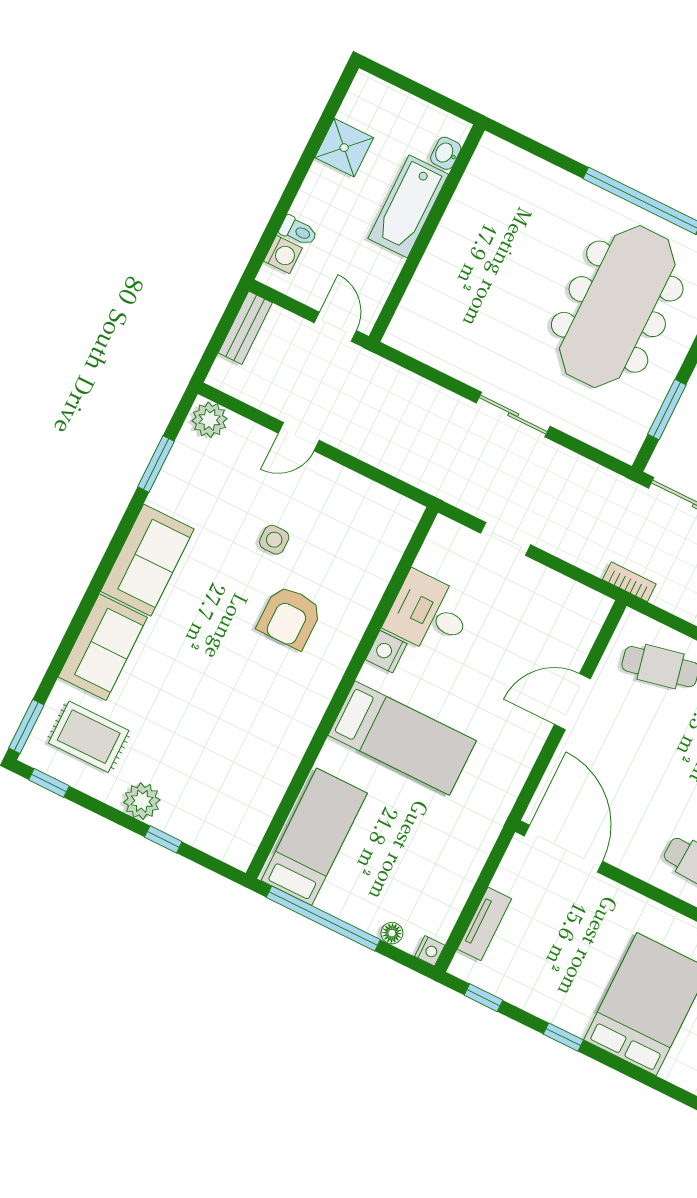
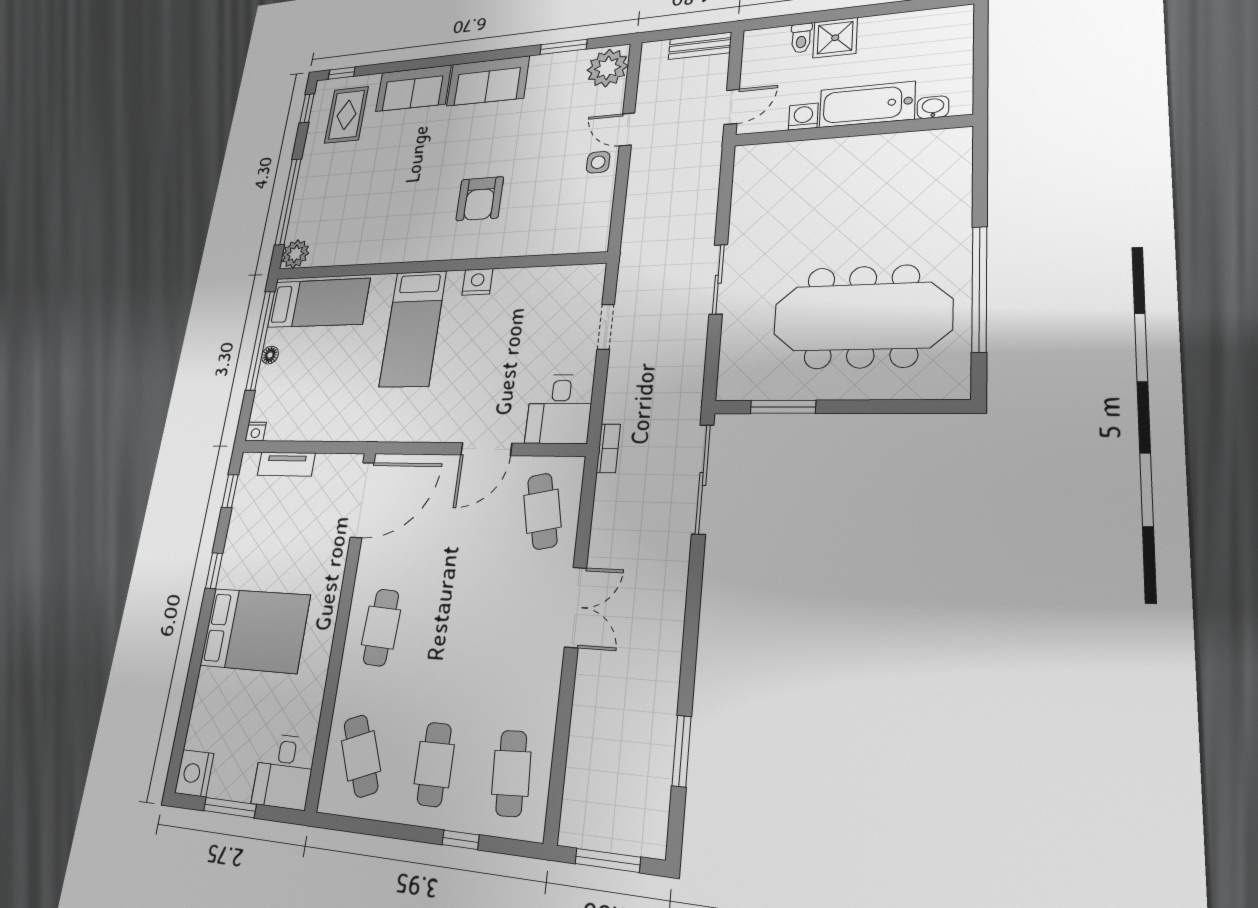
shower: (344, 148) -> (835, 38), moved
washing machine: (283, 255) -> (803, 117), moved, turned 180
plant: (210, 420) -> (607, 68), width x1.36, depth x1.36
side table: (274, 540) -> (598, 162), moved
desk: (429, 614) -> (560, 409), moved, turned 180
armchair: (290, 617) -> (480, 199), turned -90
door: (572, 702) -> (486, 449), swing flipped
window: (26, 726) -> (342, 73), width x0.67
plant: (142, 801) -> (295, 254), moved
window: (163, 839) -> (288, 201), width x3.17
floor lamp: (392, 933) -> (270, 355), moved

